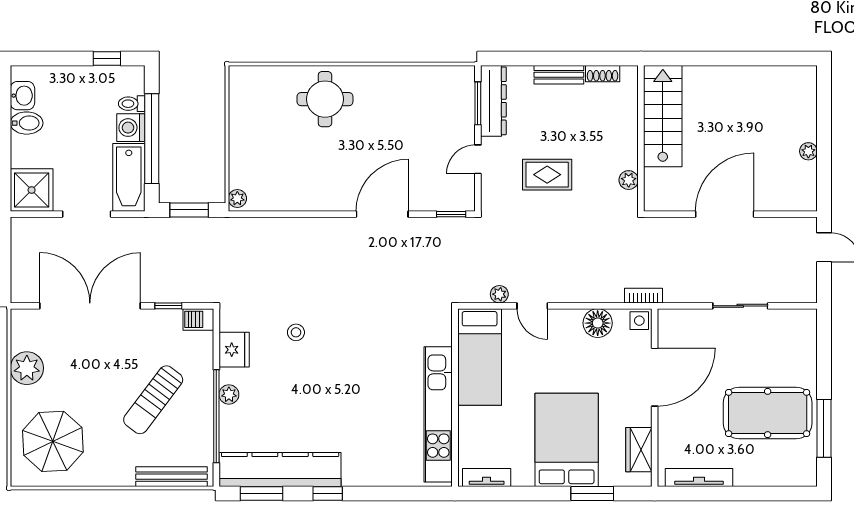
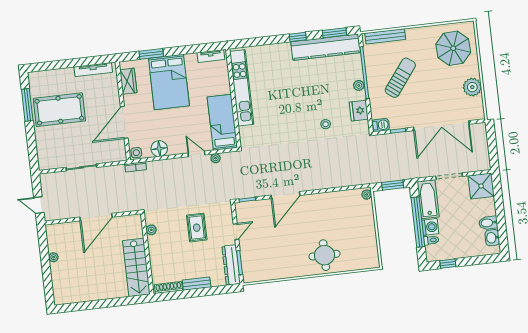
shoe rack: (603, 74) -> (168, 287), width x1.43
rug: (547, 175) -> (197, 228), turned 90

